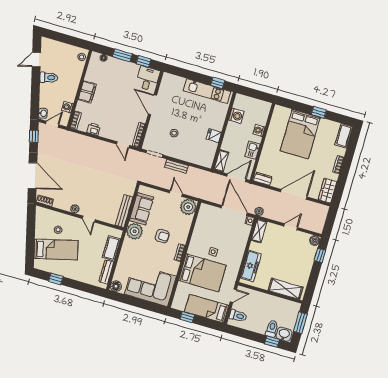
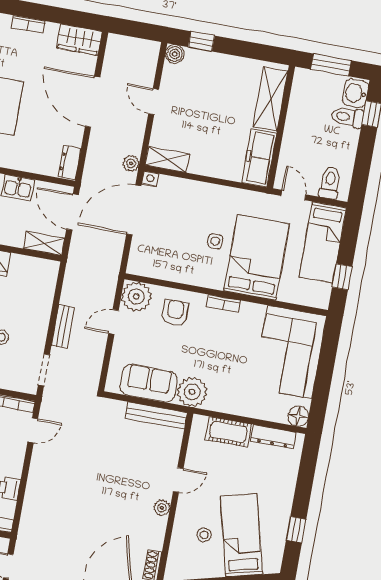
armchair: (162, 236) -> (175, 313), moved
freezer: (251, 266) -> (259, 158), moved, turned -90

